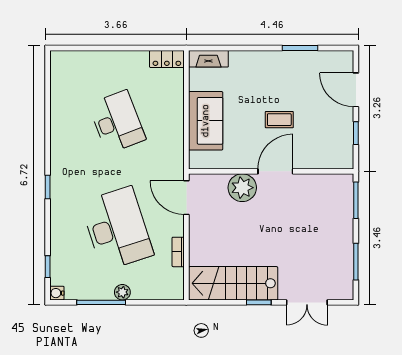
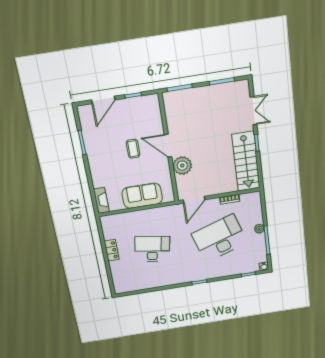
locker: (167, 59) -> (112, 250), moved
desk: (117, 122) -> (152, 249), turned 30

